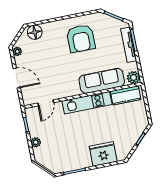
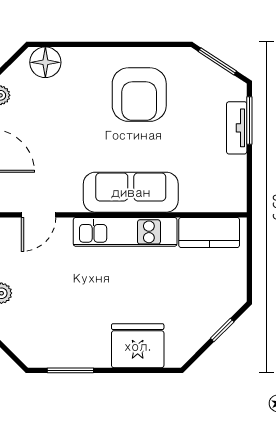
tv unit: (129, 45) -> (237, 128), width x0.71
plant: (133, 78) -> (233, 199), removed
sofa: (102, 81) -> (131, 192), moved

